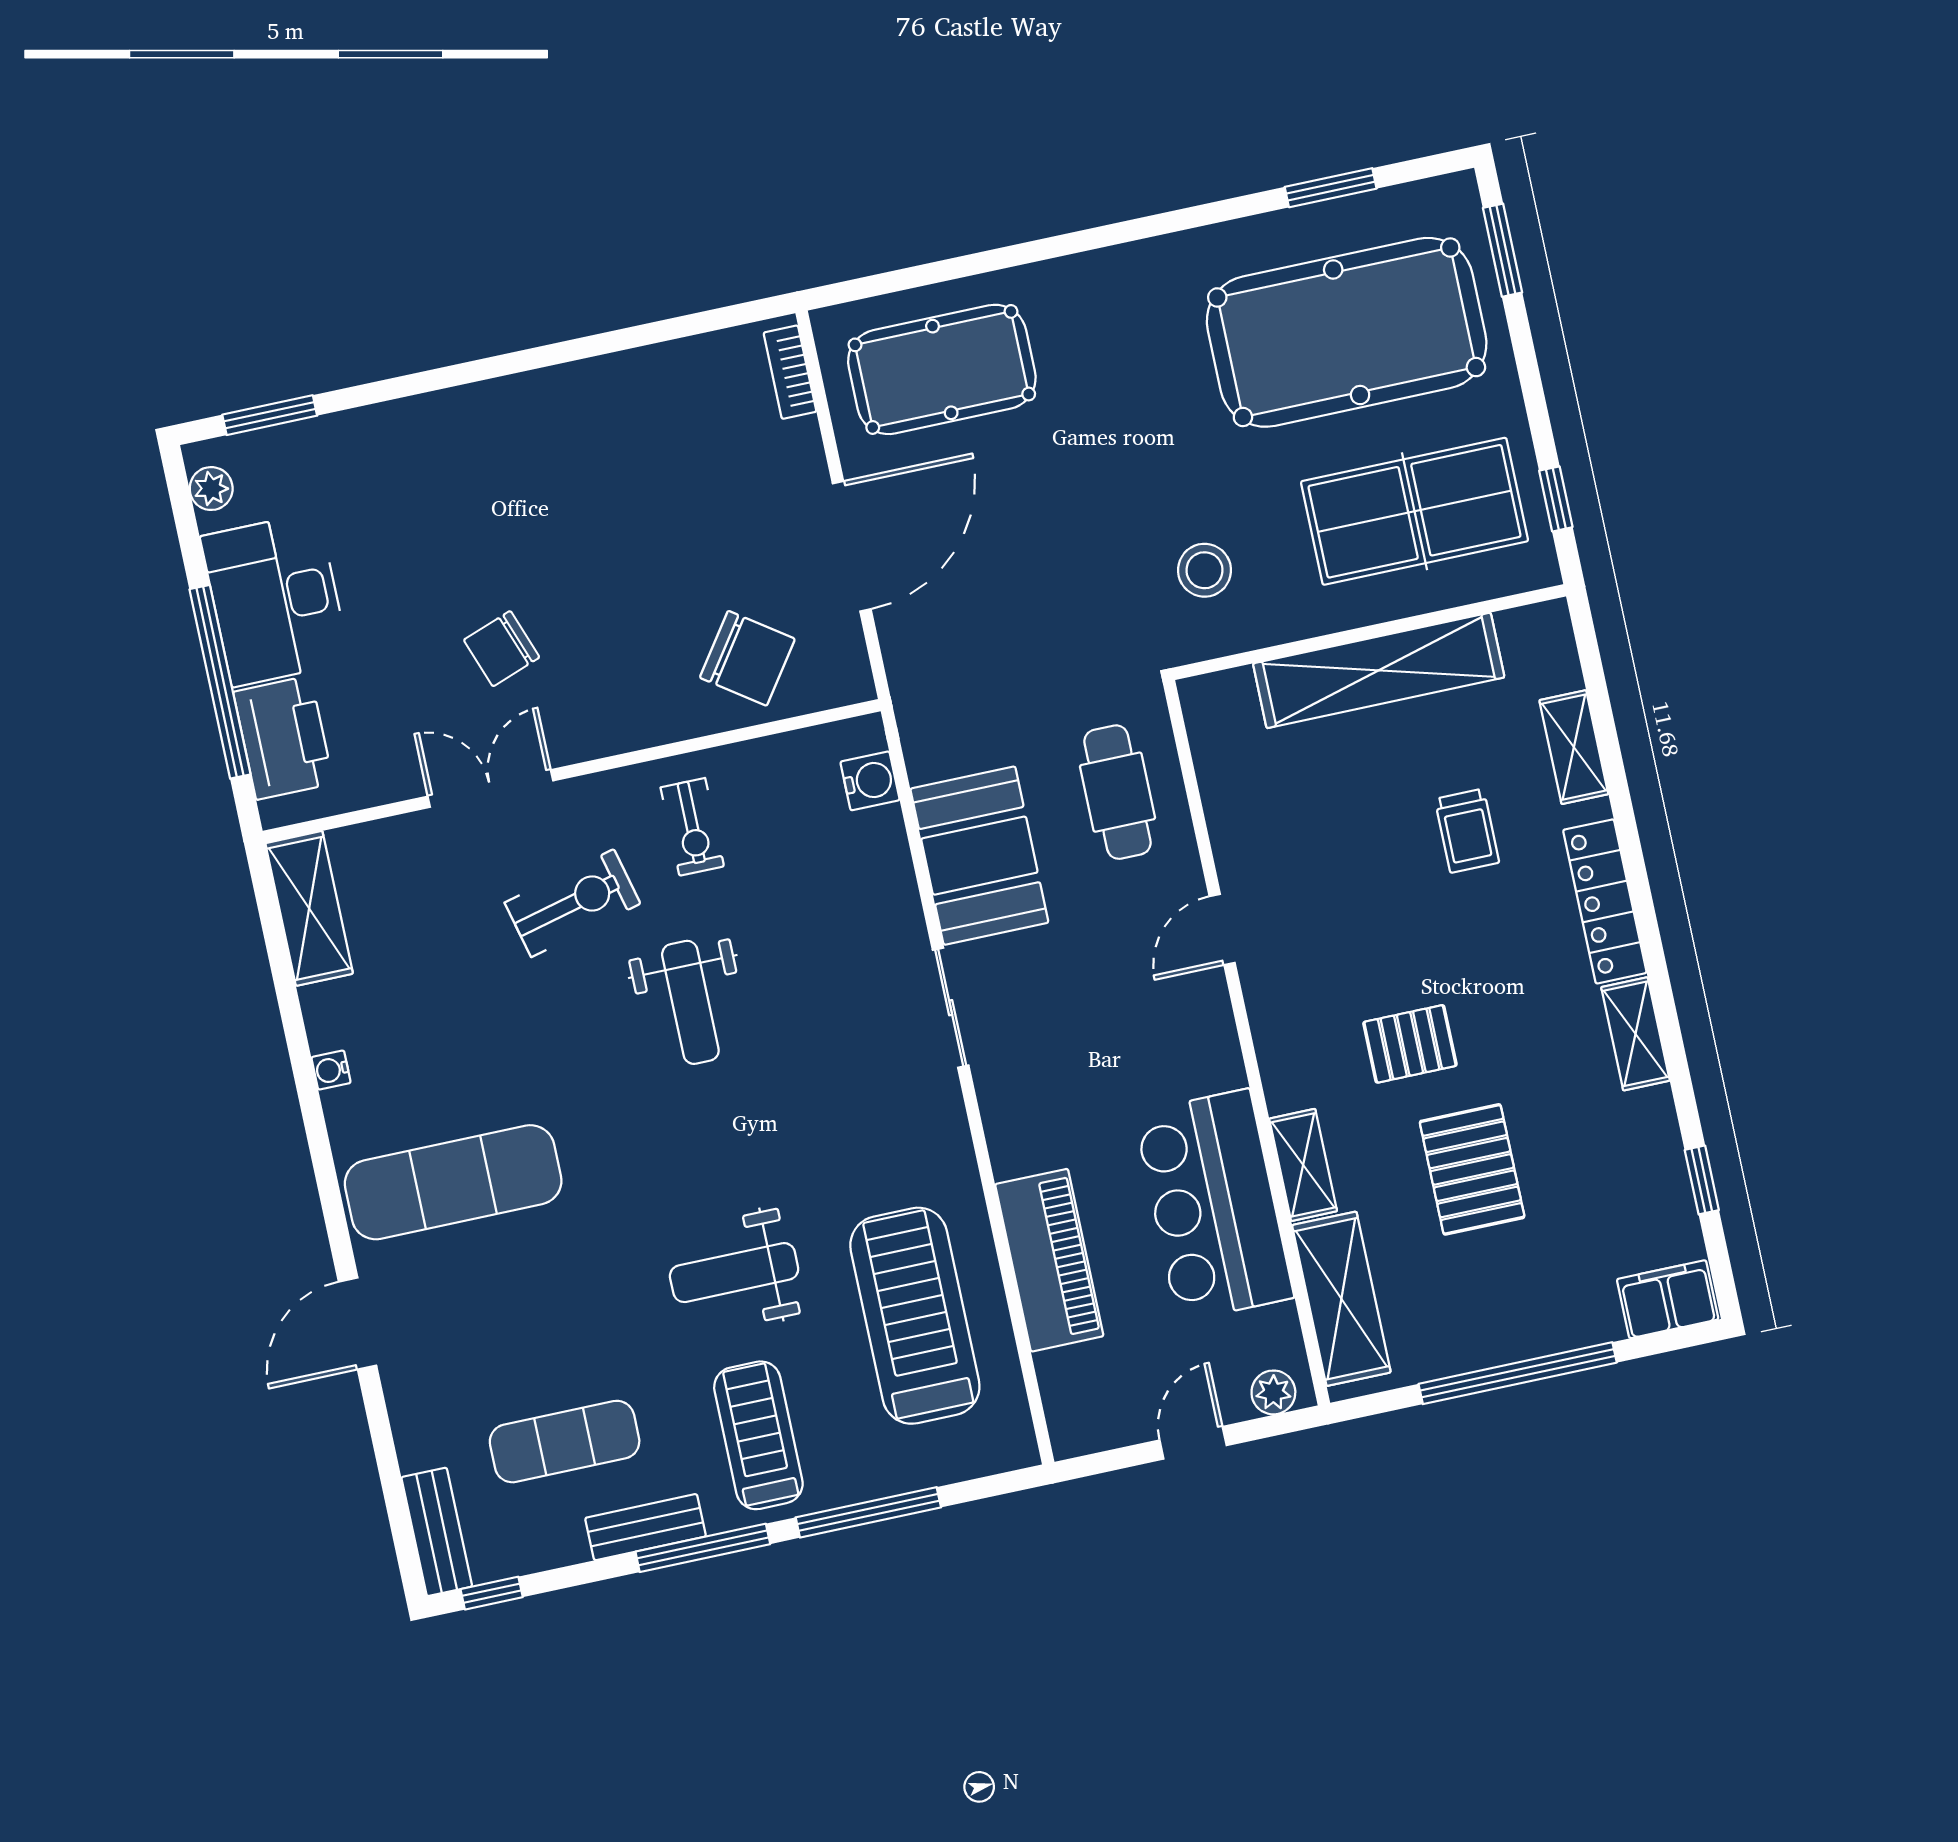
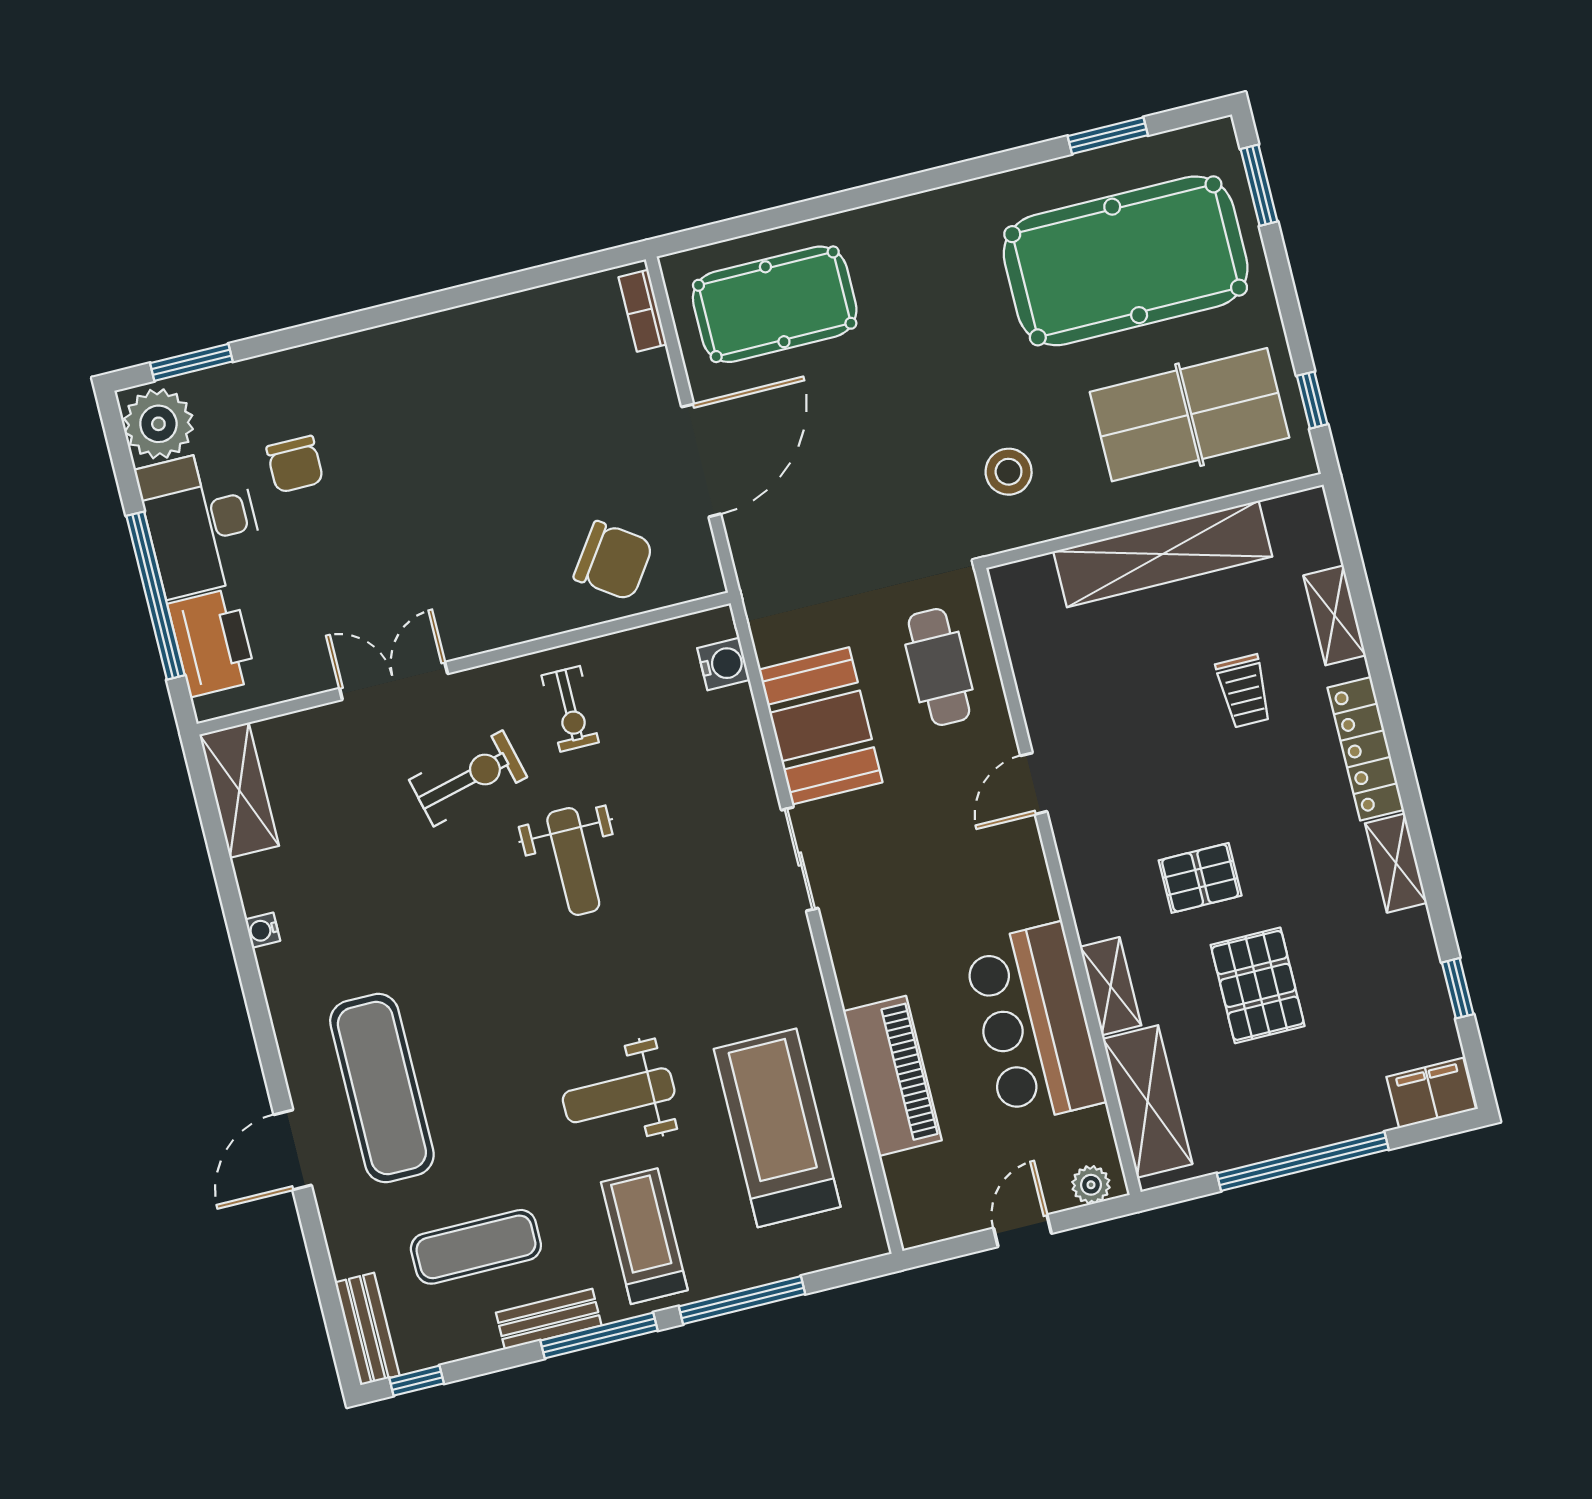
plant: (211, 489) -> (158, 424), width x1.88, depth x1.88
chair: (502, 649) -> (295, 464), moved, turned -70
exercise mat: (453, 1182) -> (382, 1088), moved, turned 90

